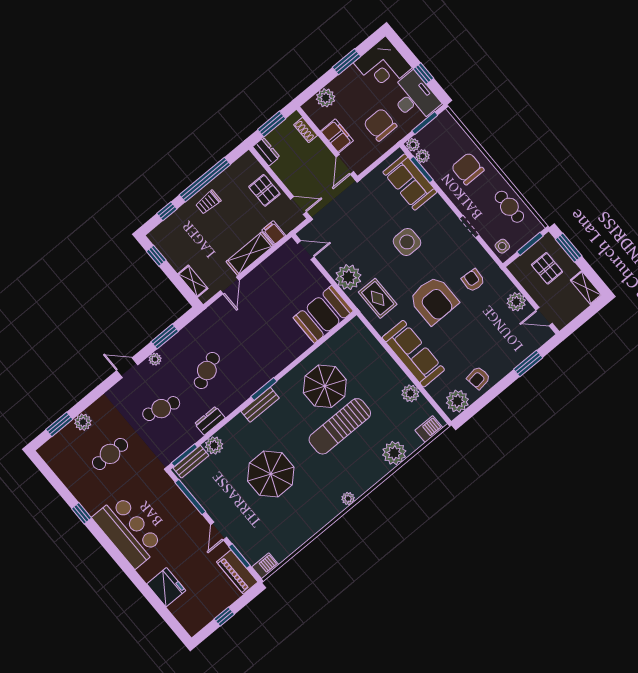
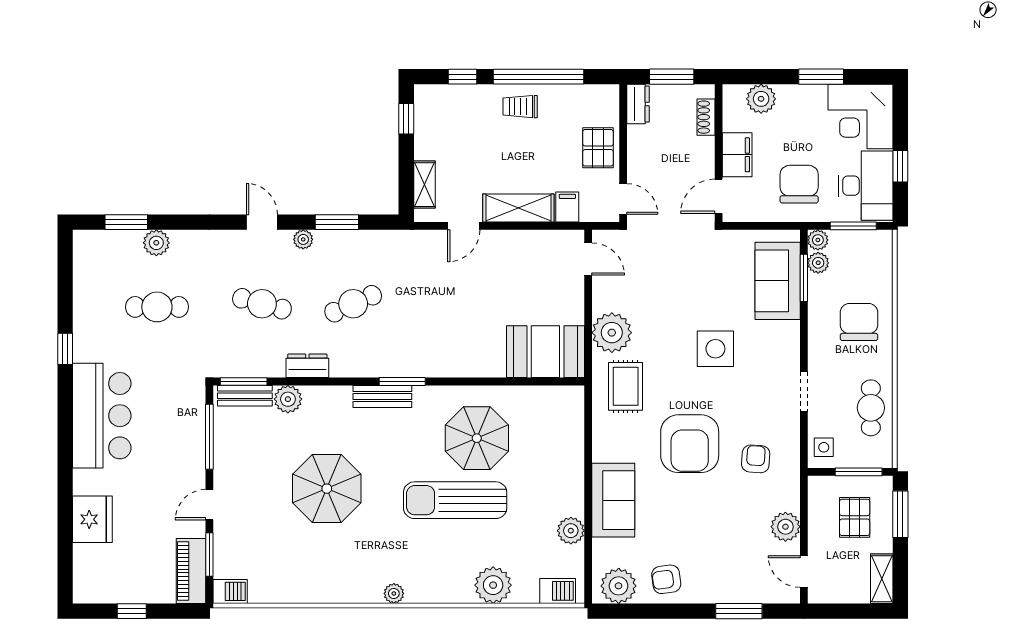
sofa: (413, 354) -> (613, 500), width x0.73

